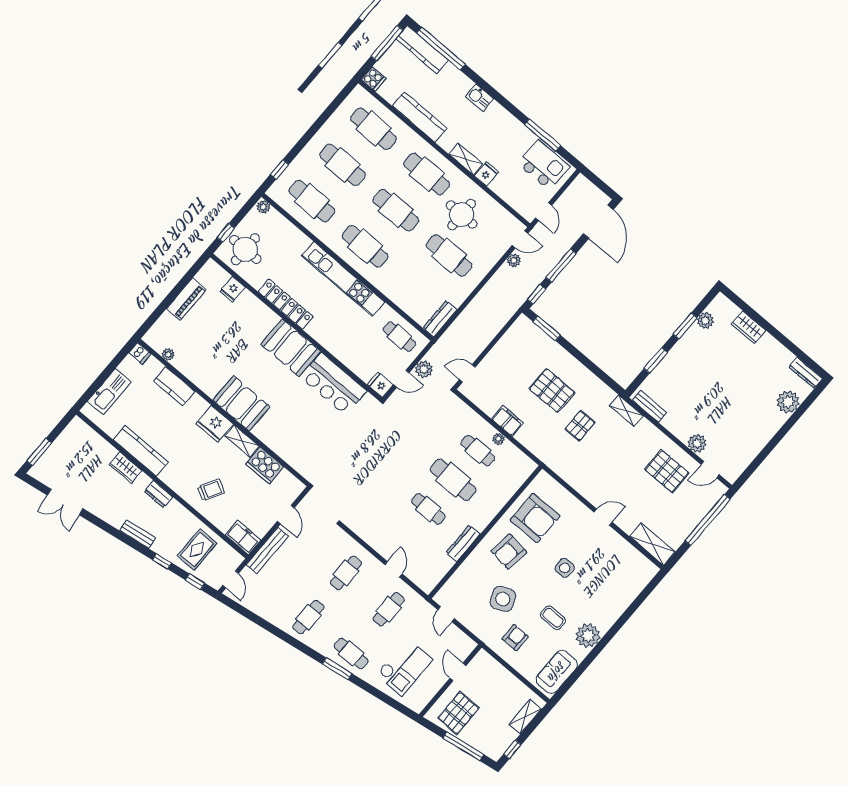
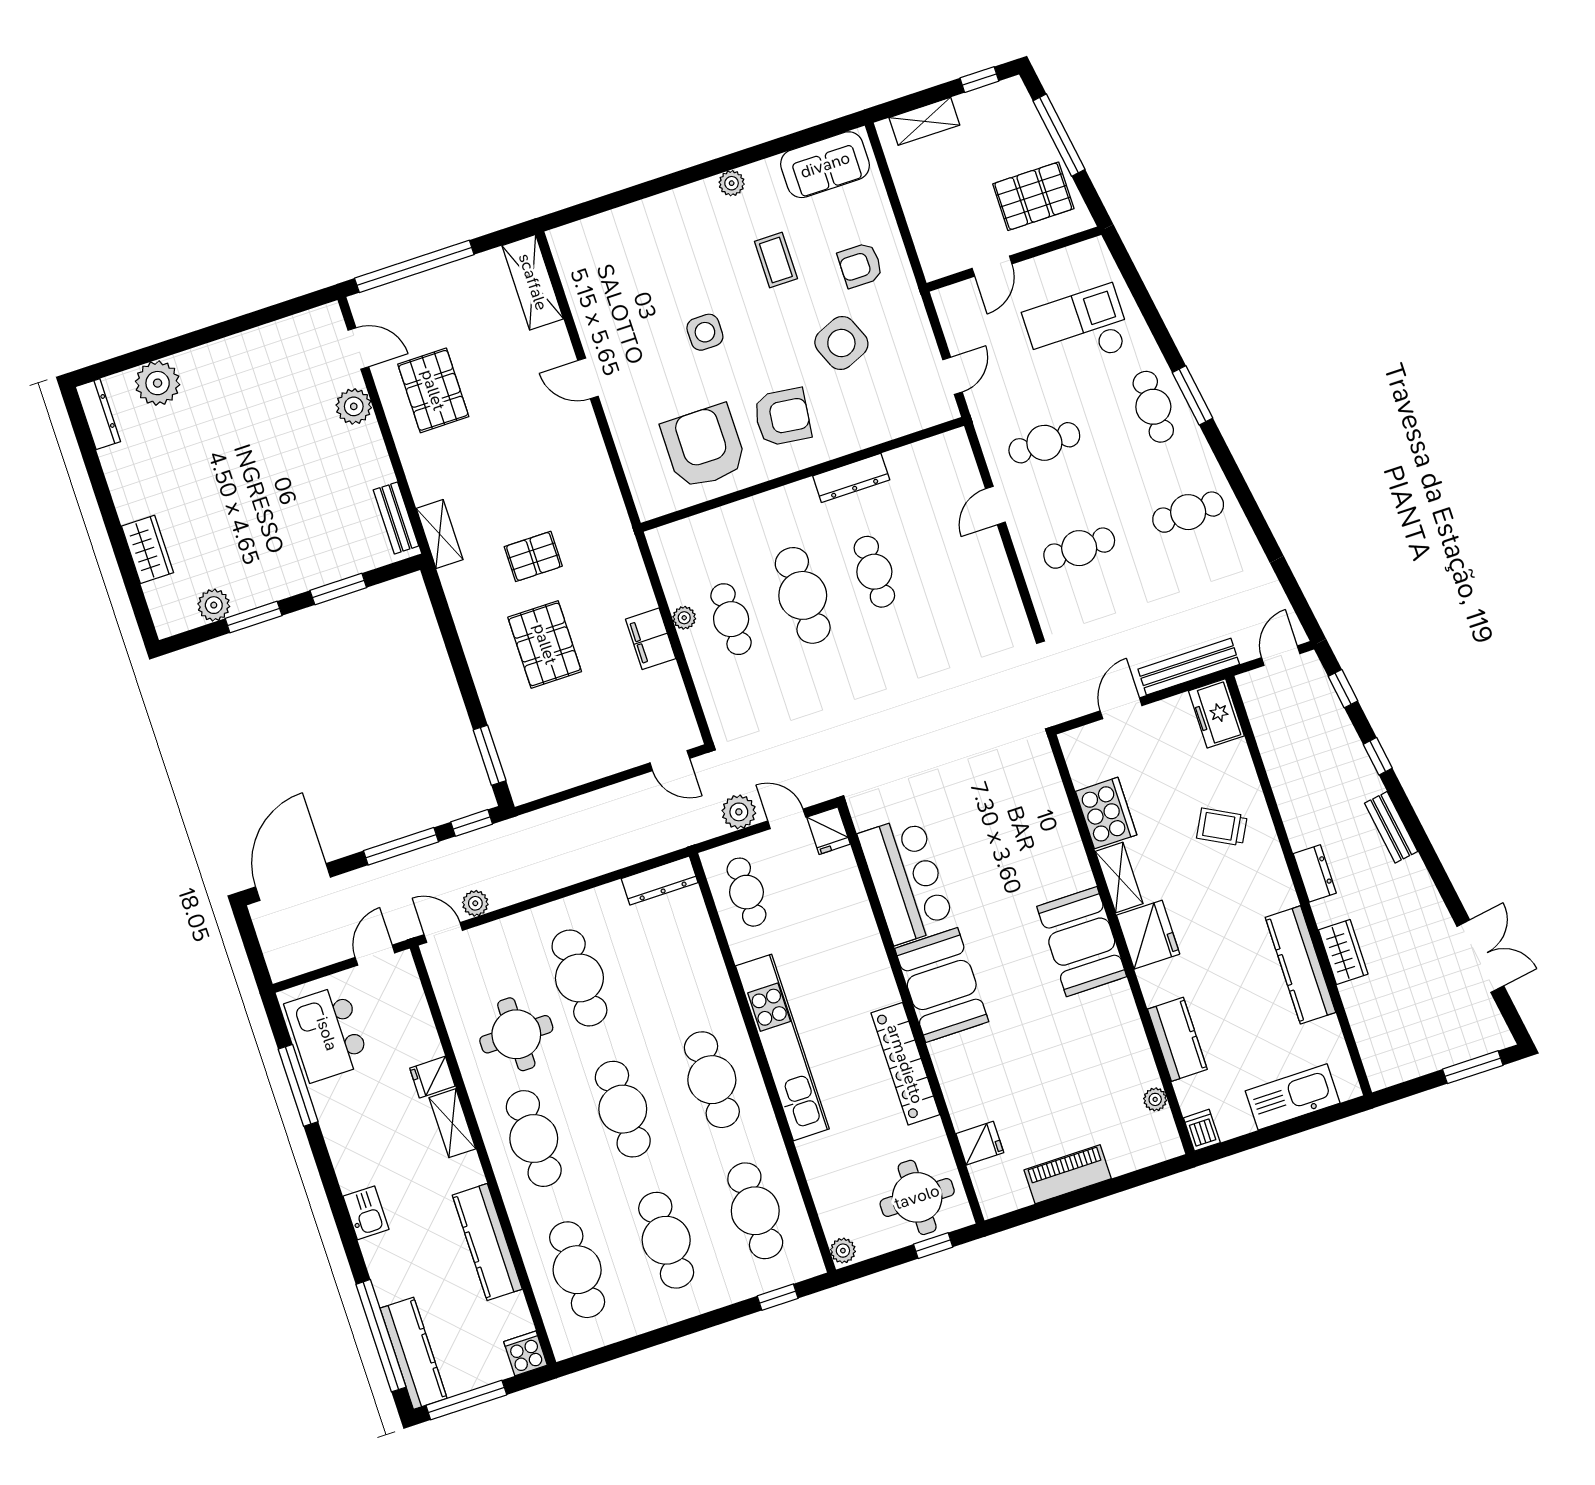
rug: (197, 550) -> (1307, 740), removed
plant: (588, 636) -> (732, 183), width x0.53, depth x0.53

